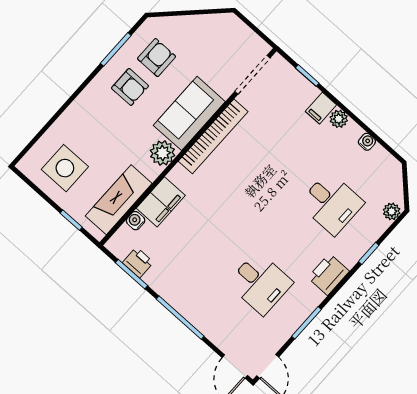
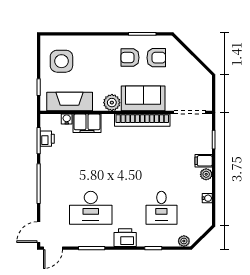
armchair: (130, 87) -> (130, 58), turned 90
desk: (260, 283) -> (91, 208), width x1.37

